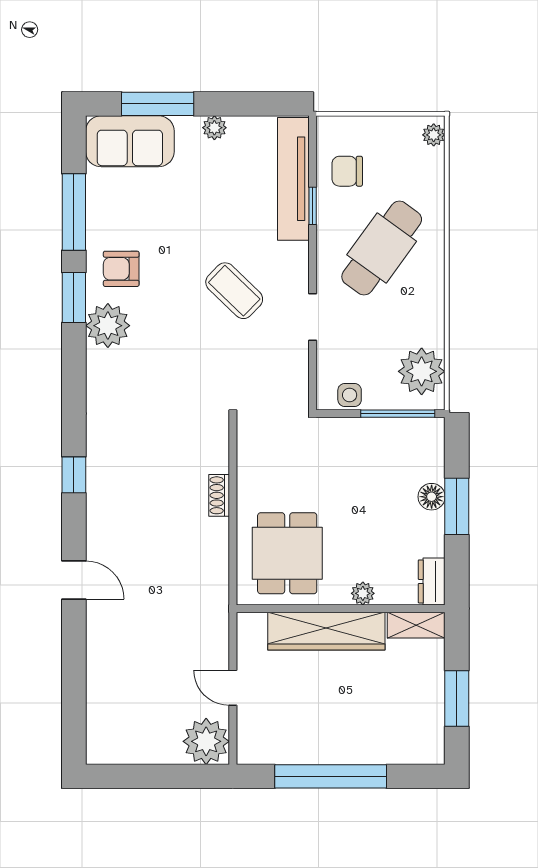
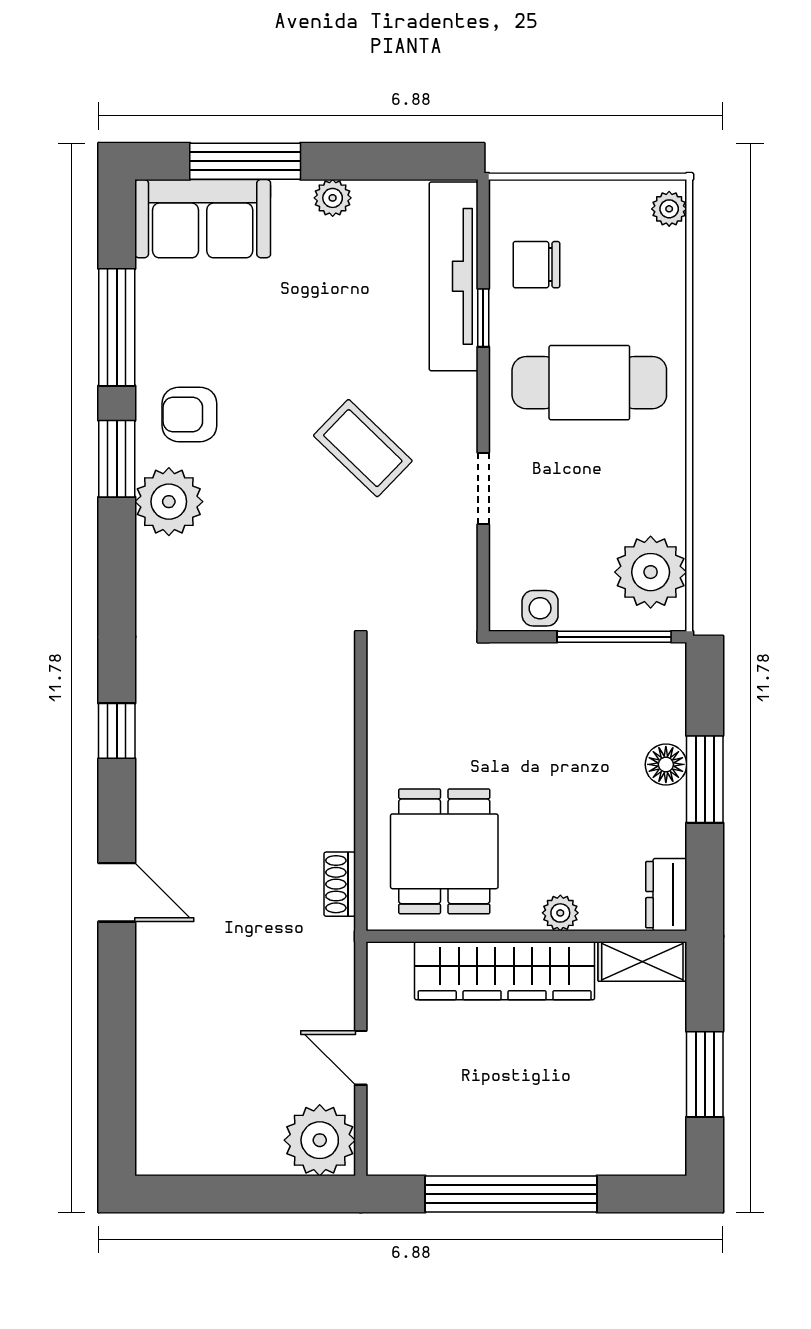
cafe table: (382, 248) -> (589, 383), turned 54
shoe rack: (219, 495) -> (340, 884), moved

